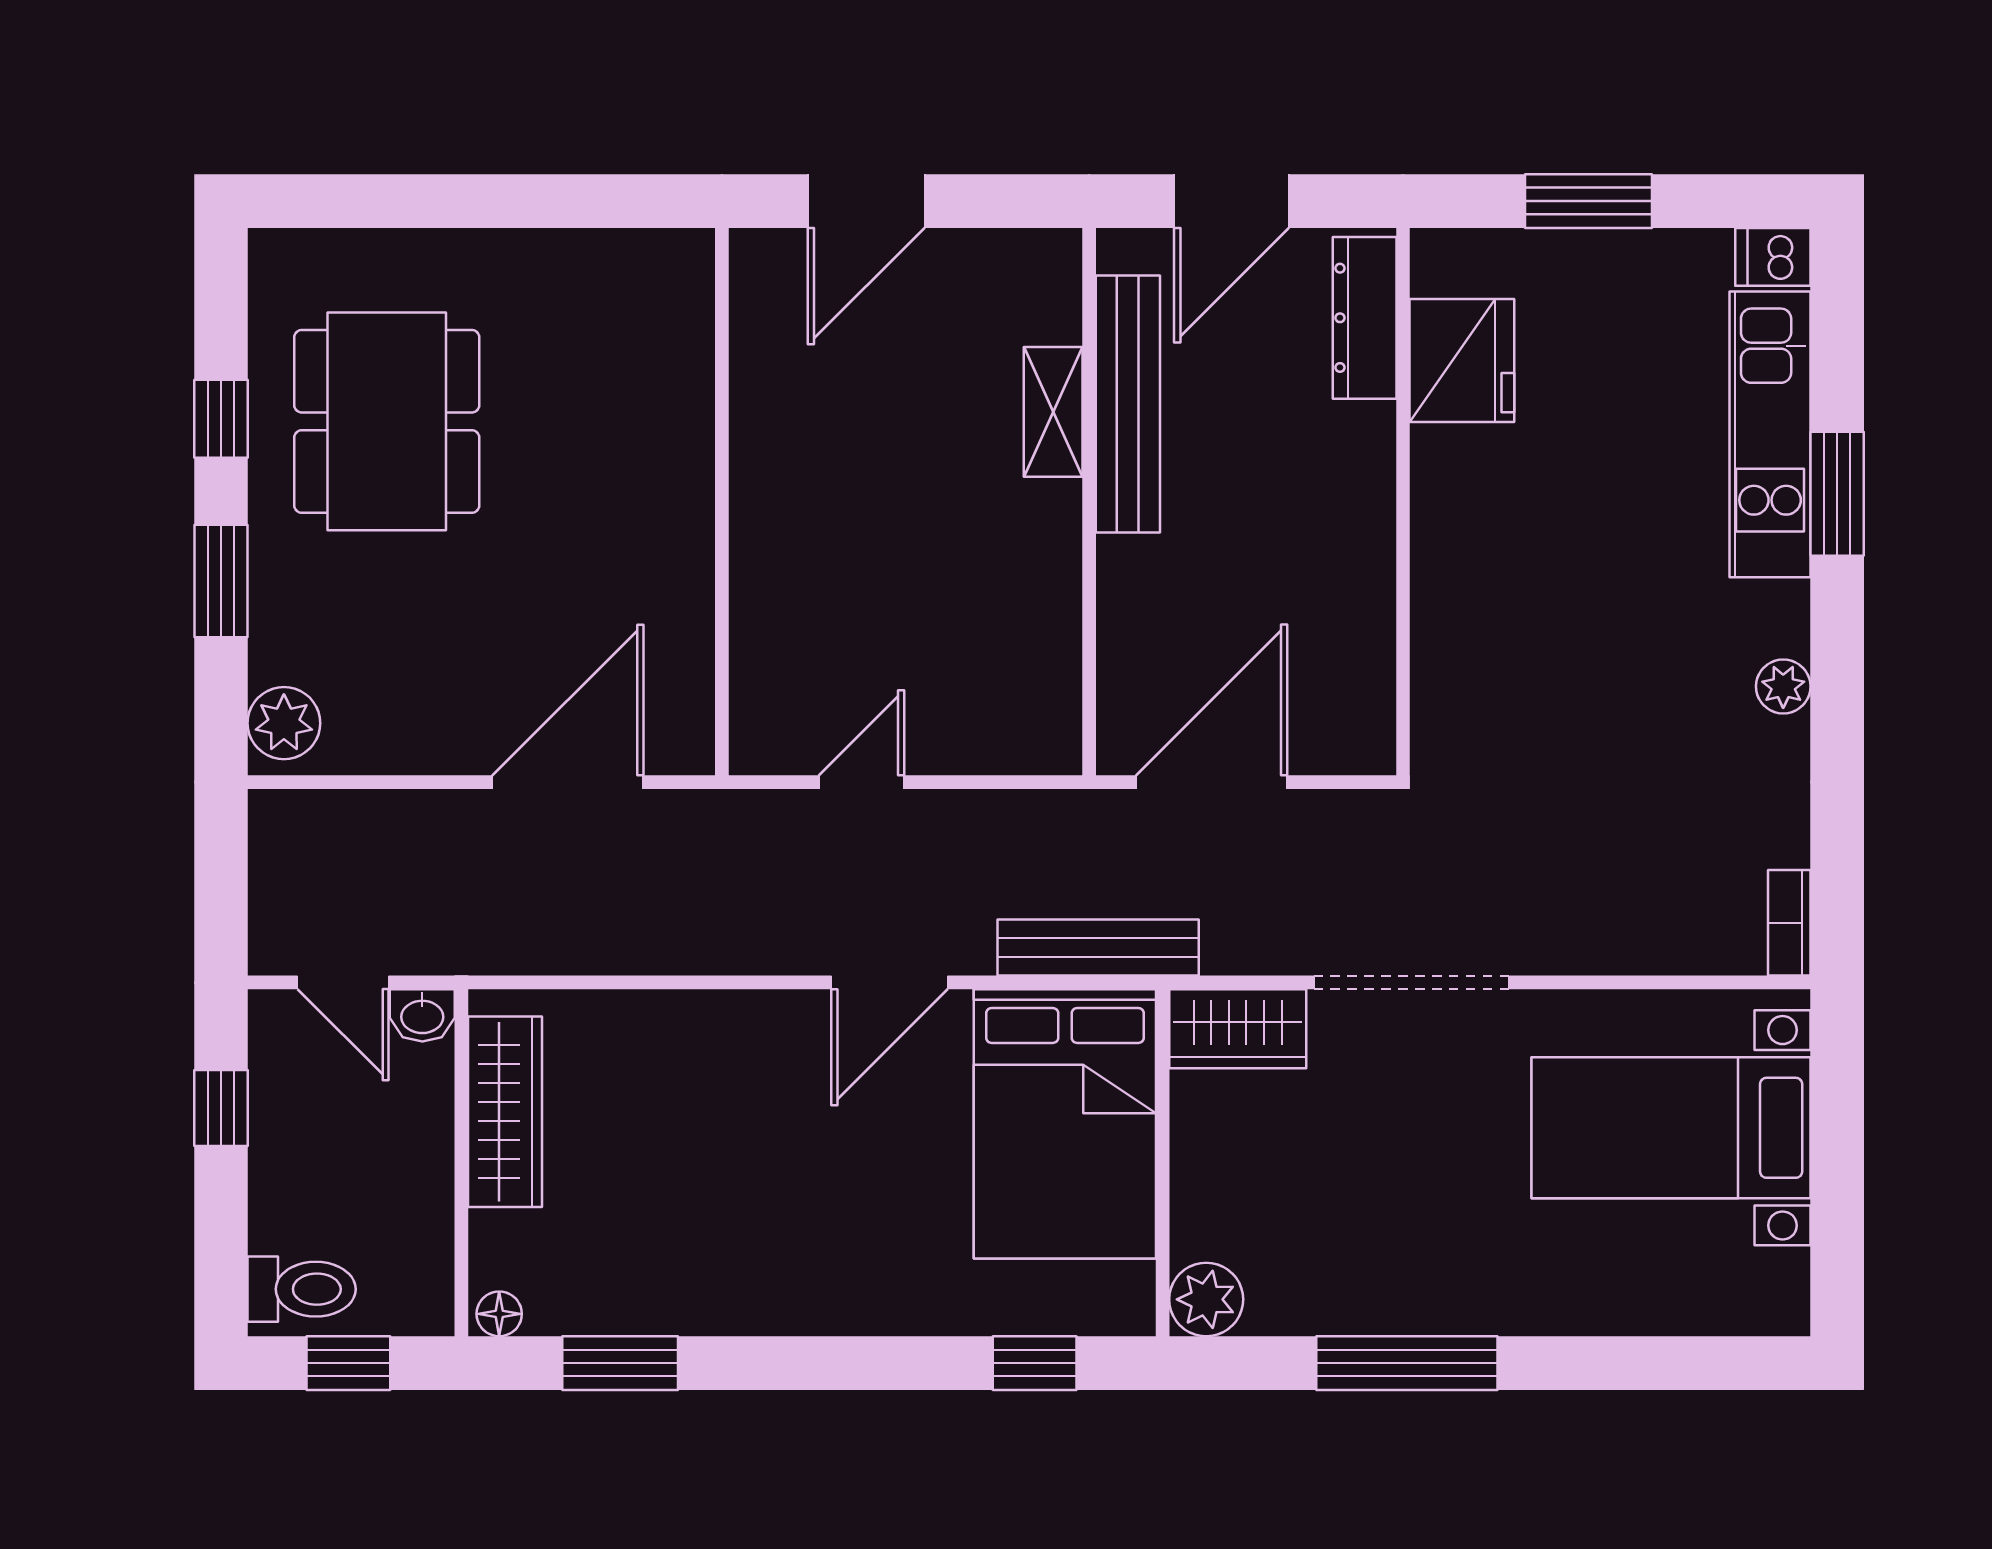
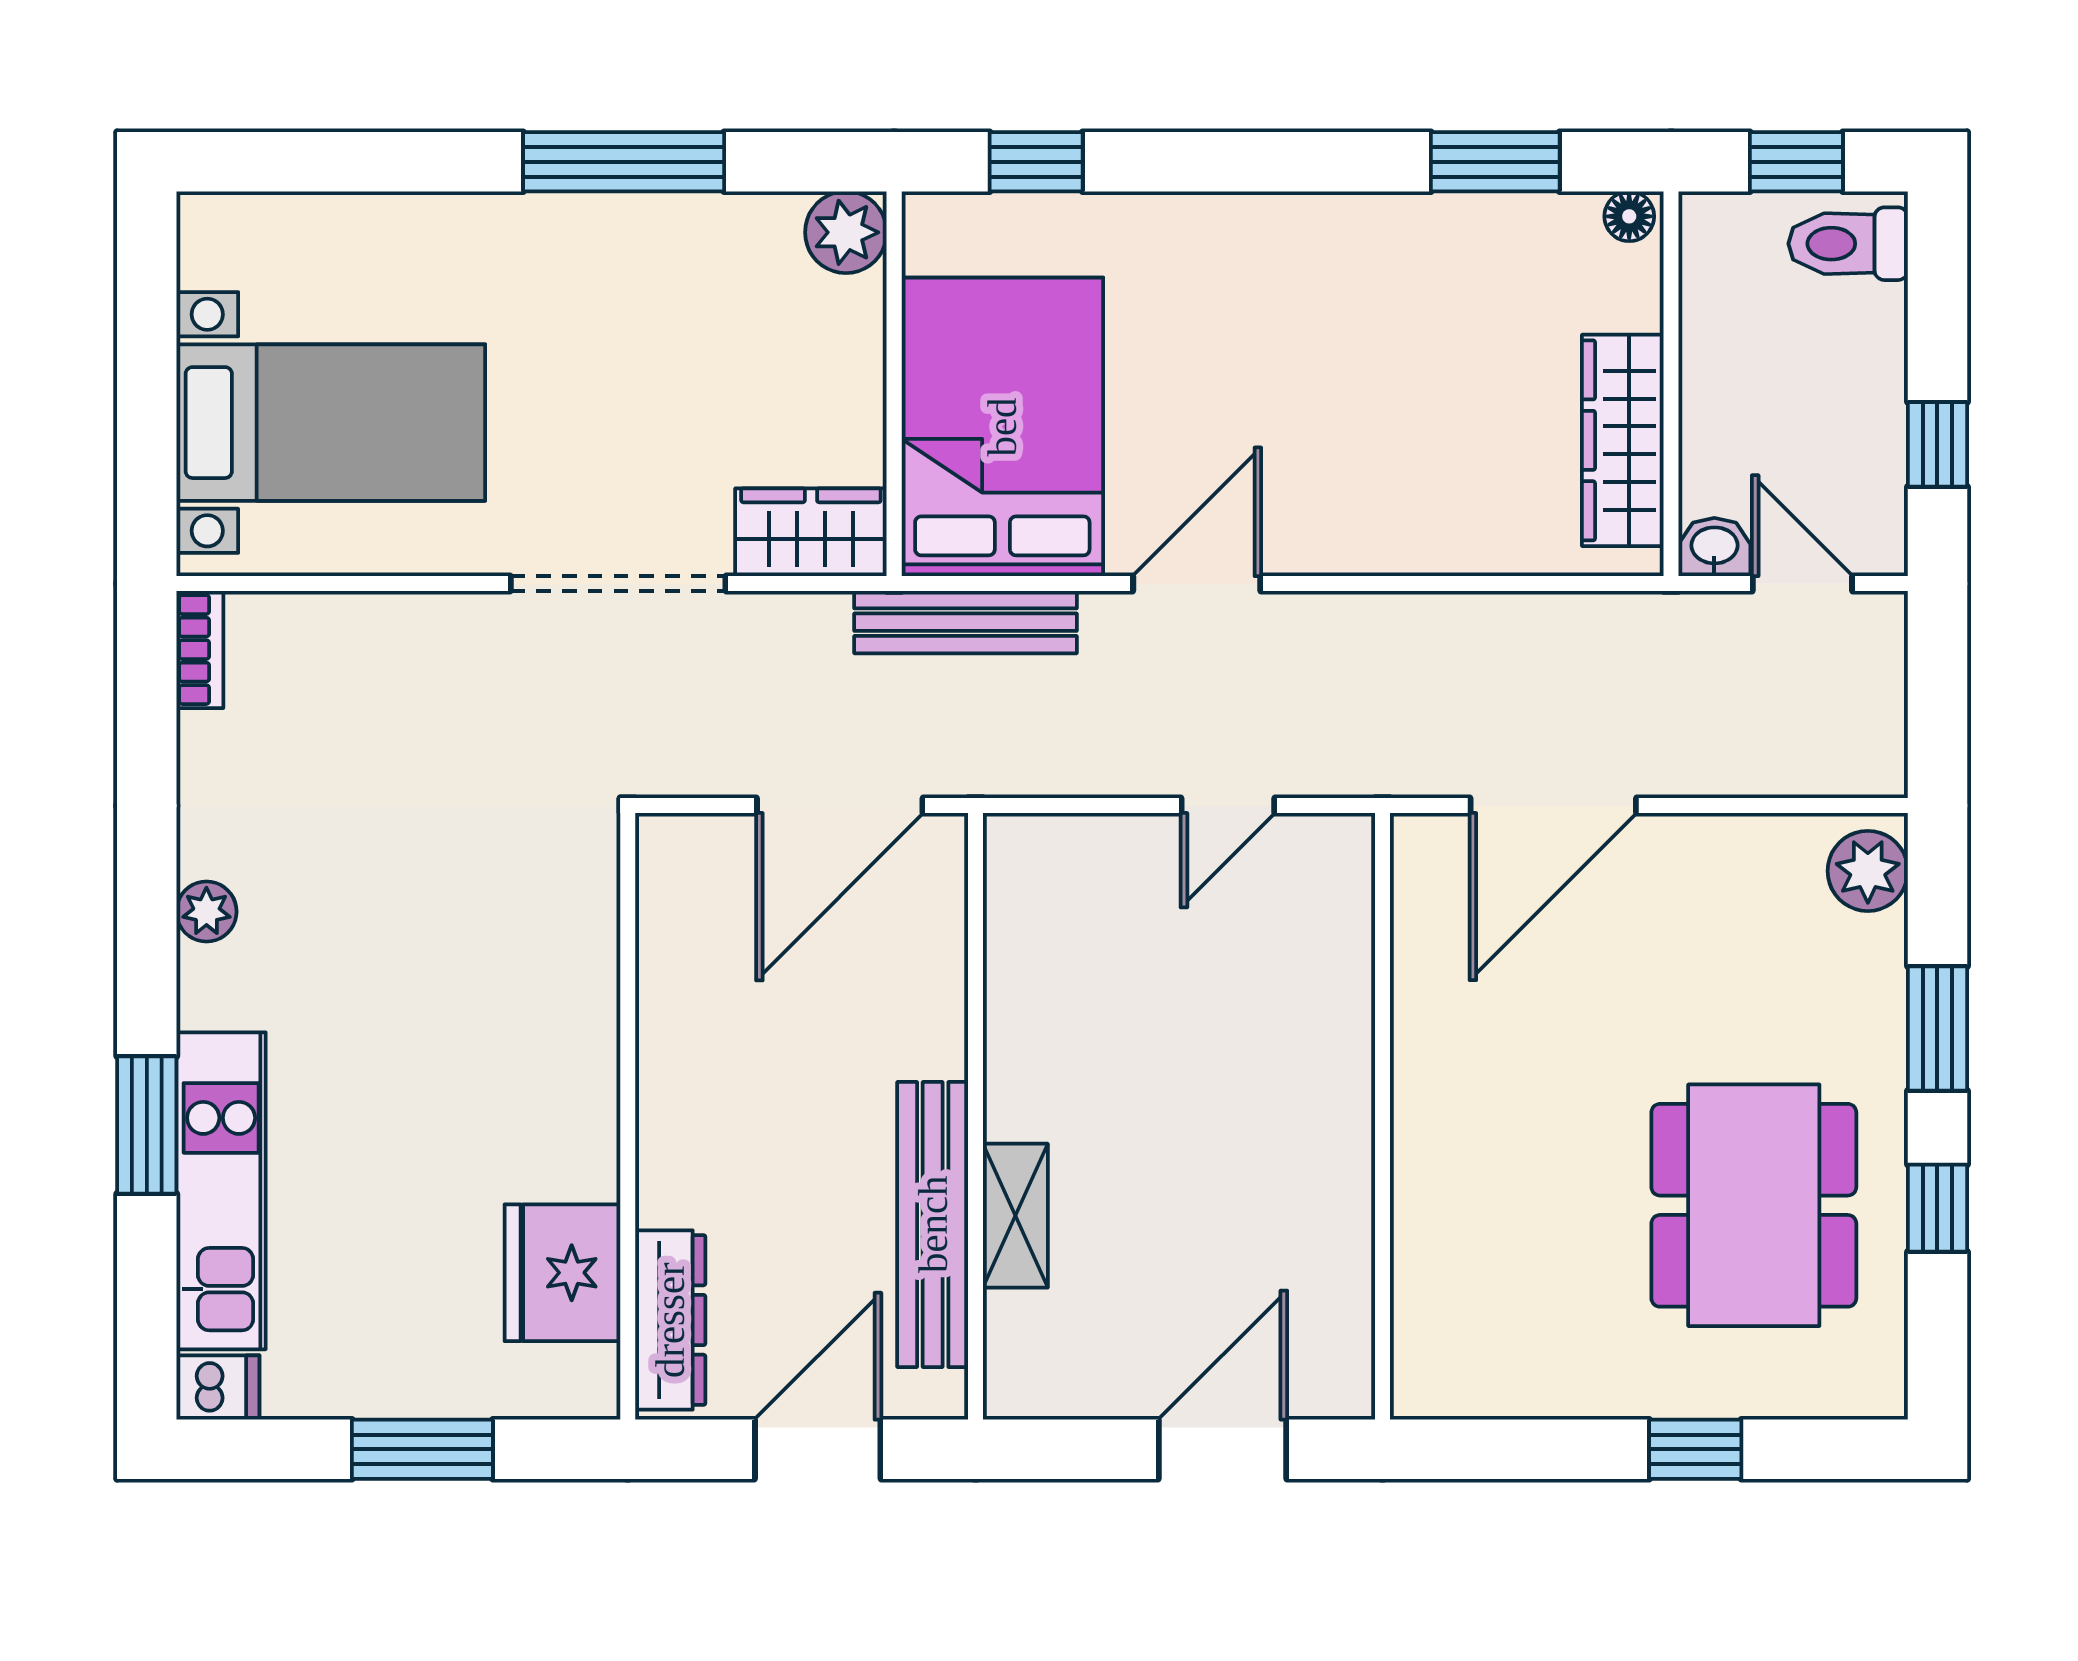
window: (440, 201) -> (1695, 1449), added

